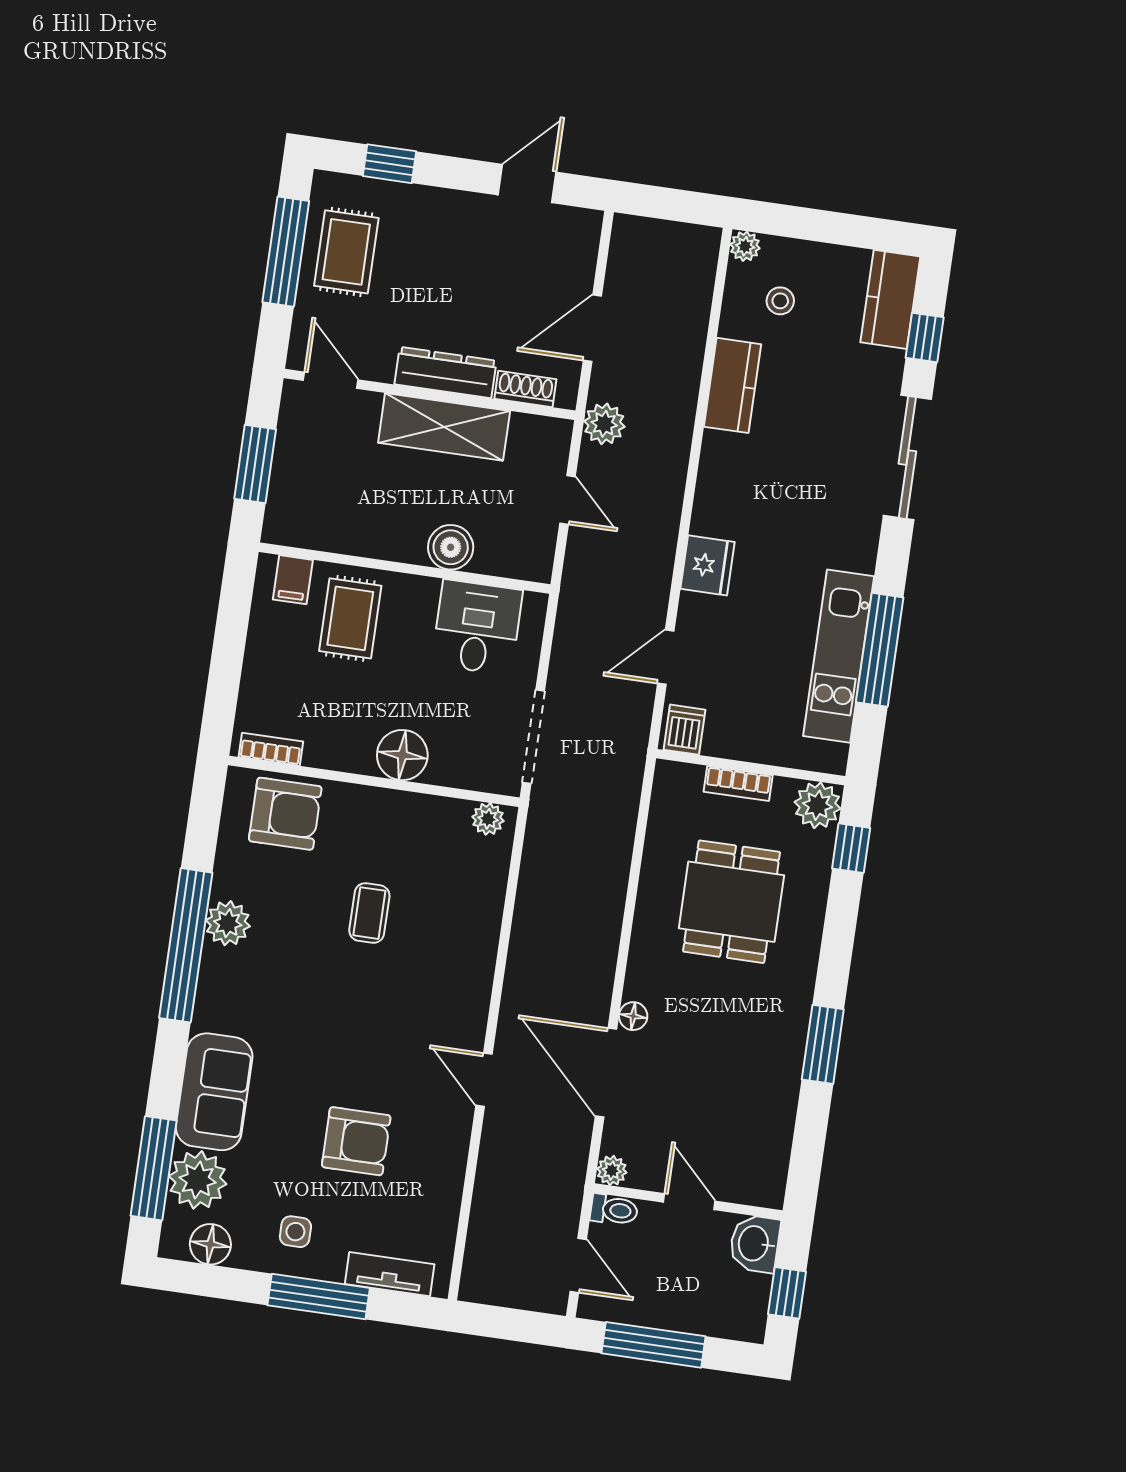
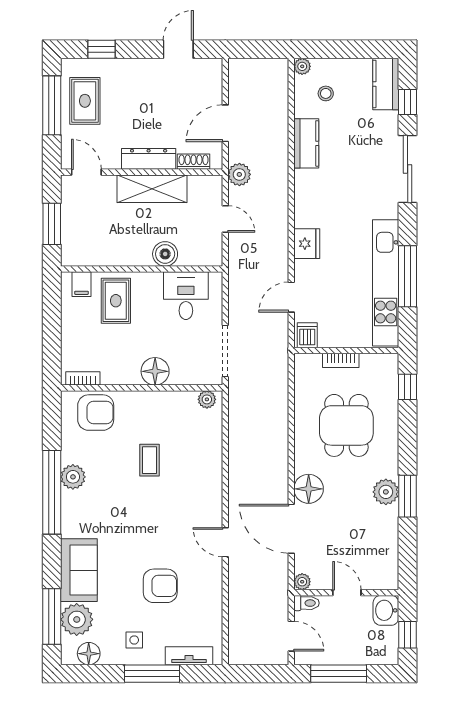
kitchen unit: (839, 656) -> (386, 283), width x1.36
plant: (818, 805) -> (386, 492), moved
floor lamp: (633, 1016) -> (309, 489), width x1.89, depth x1.89

